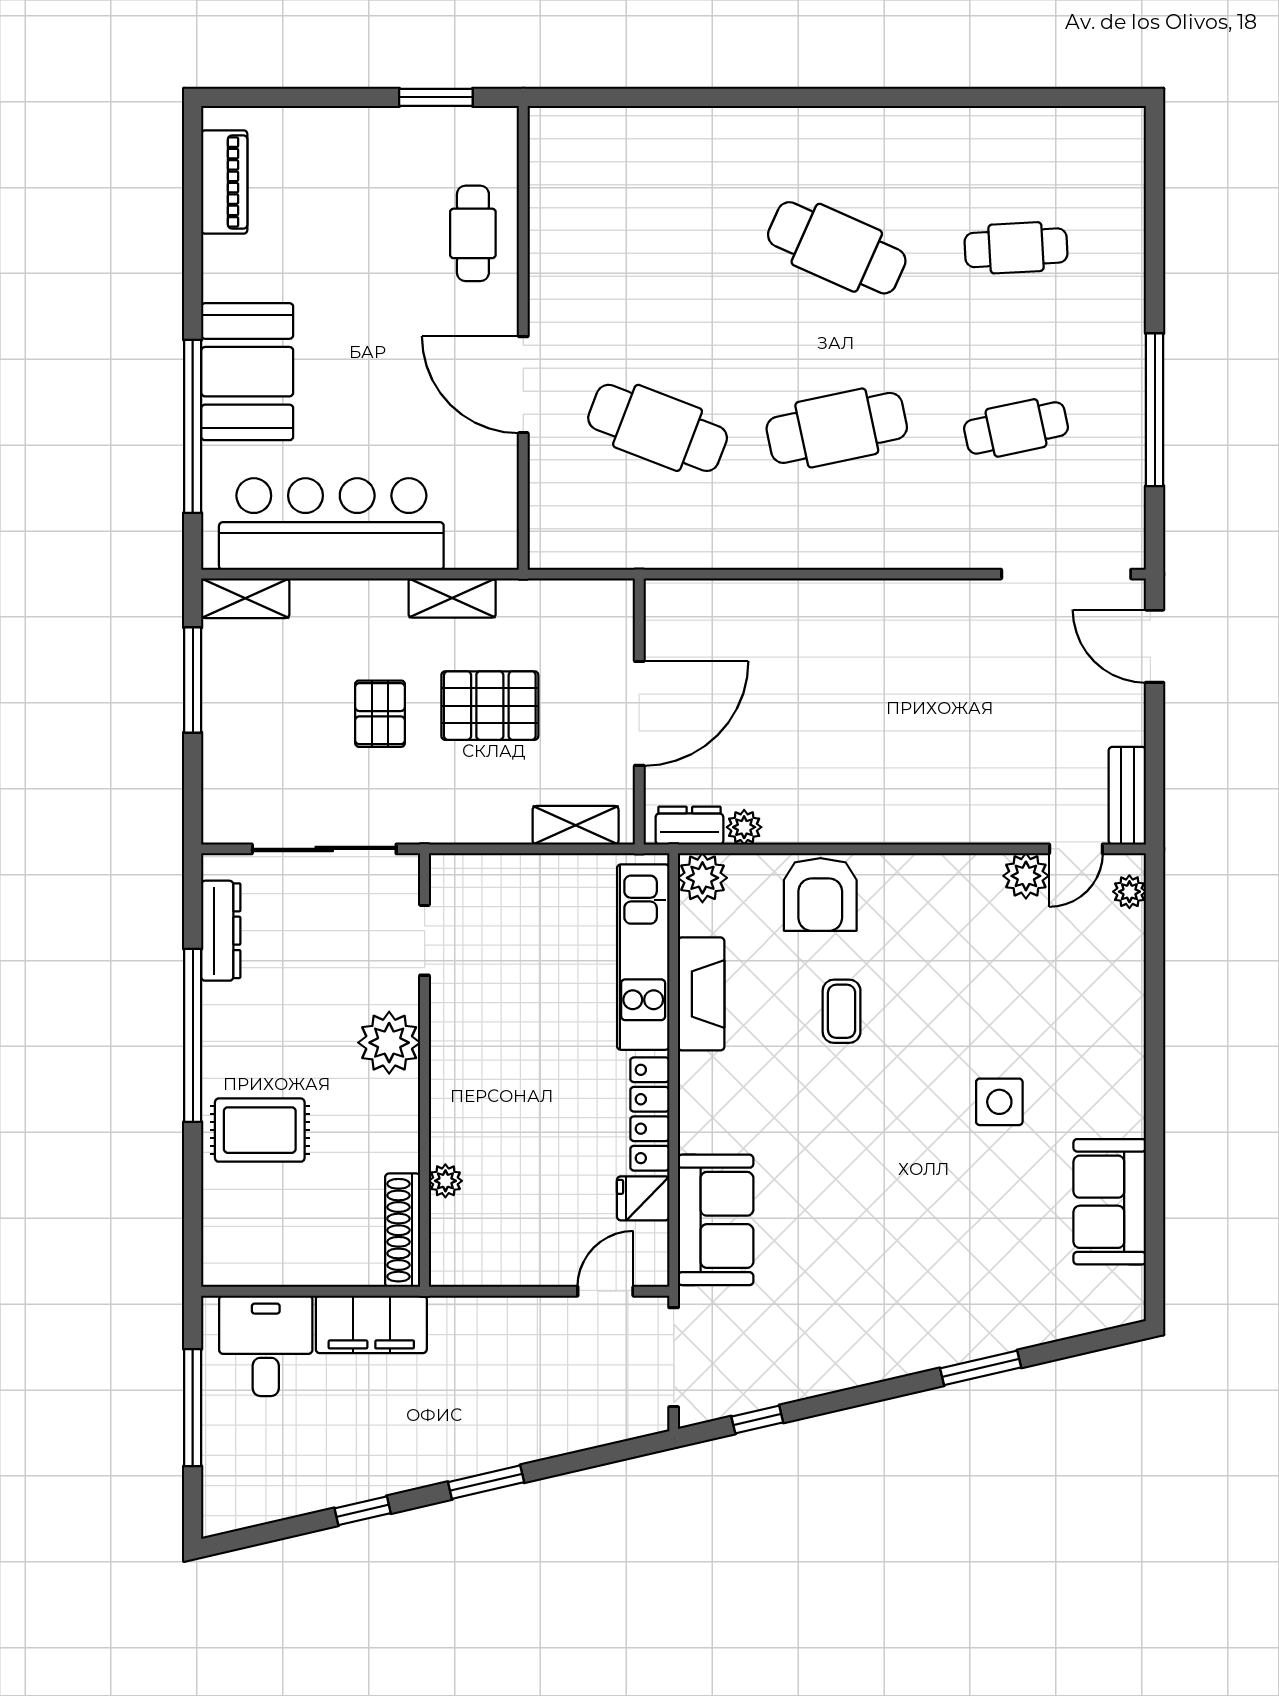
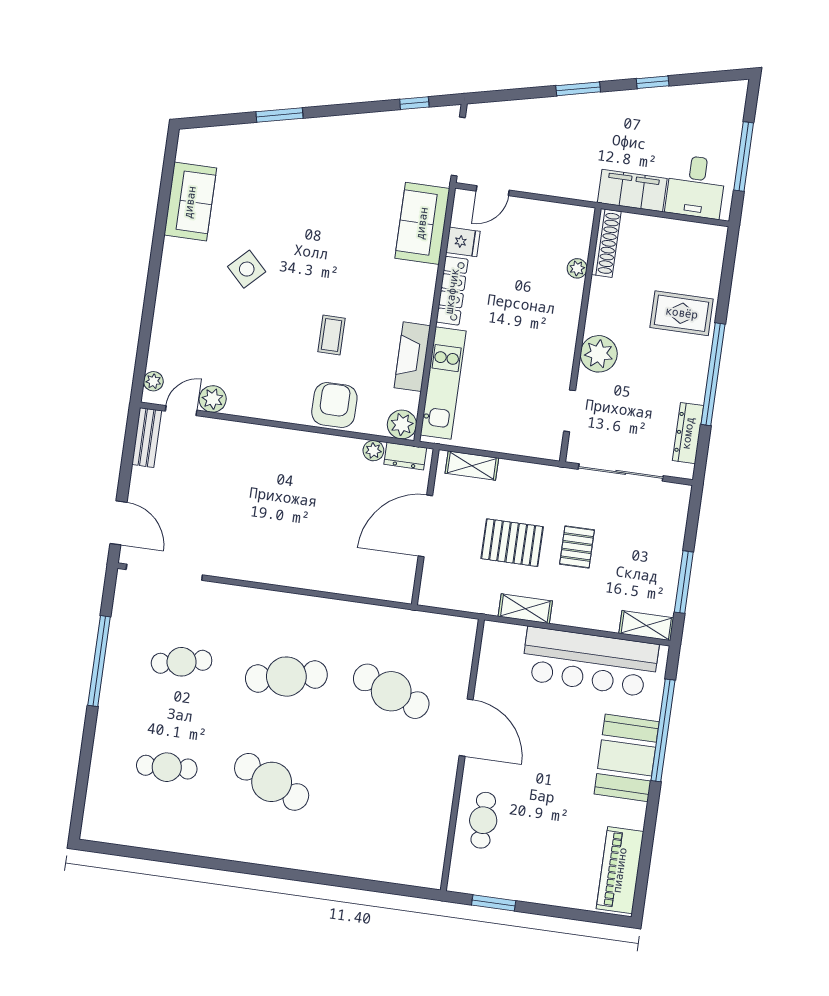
piano: (224, 182) -> (620, 870), width x1.37, depth x1.33
side table: (999, 1102) -> (247, 269), turned 45

